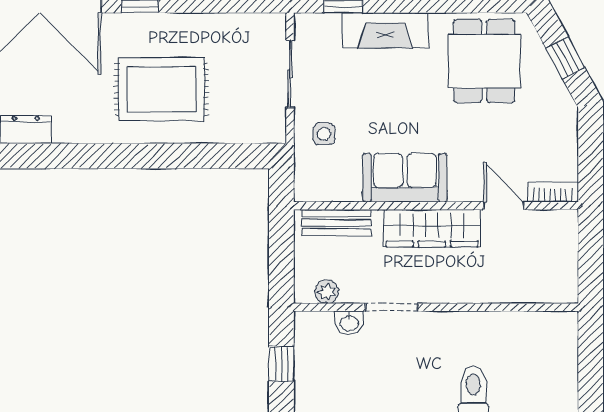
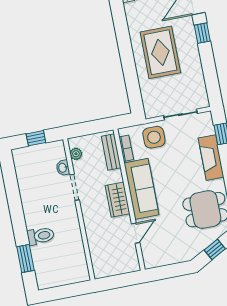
side table: (324, 134) -> (154, 137), width x1.87, depth x1.87
sofa: (405, 178) -> (141, 189), width x1.36
bookcase: (553, 192) -> (126, 148), moved
wardrobe: (432, 228) -> (118, 200), width x0.67

